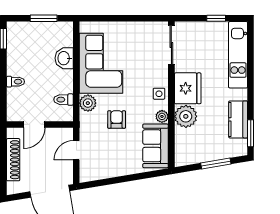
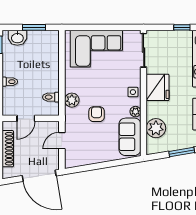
washbasin: (64, 58) -> (17, 38), moved, turned -90
corner sofa: (101, 63) -> (96, 49), moved, turned 90
plant: (186, 116) -> (156, 128), moved

